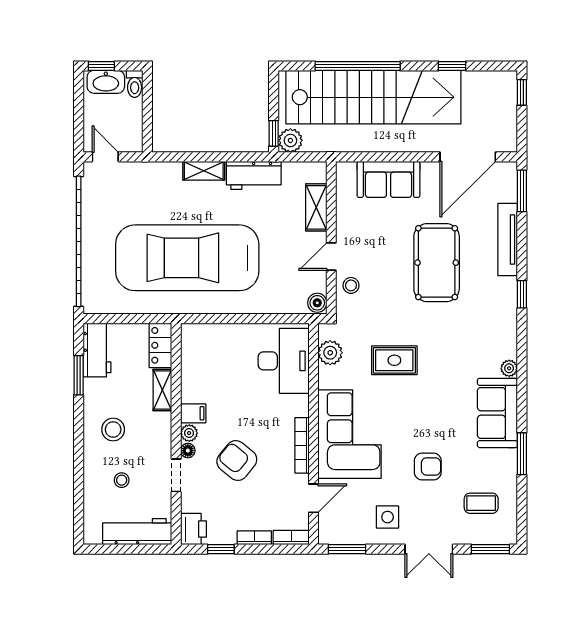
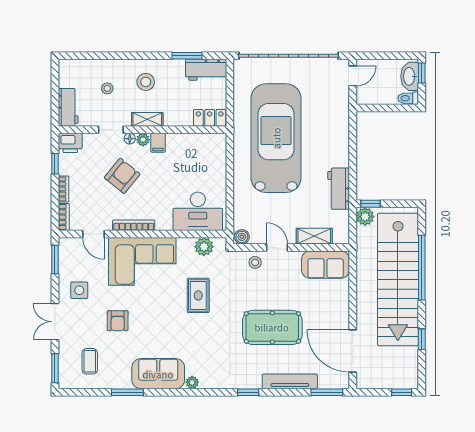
shelving: (204, 171) -> (342, 151), removed
sofa: (388, 179) -> (326, 265), moved, turned -90
shelving: (162, 390) -> (147, 119), moved
workbench: (137, 532) -> (68, 107), width x0.73

